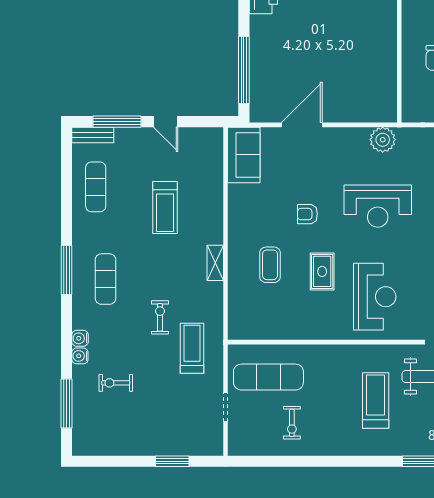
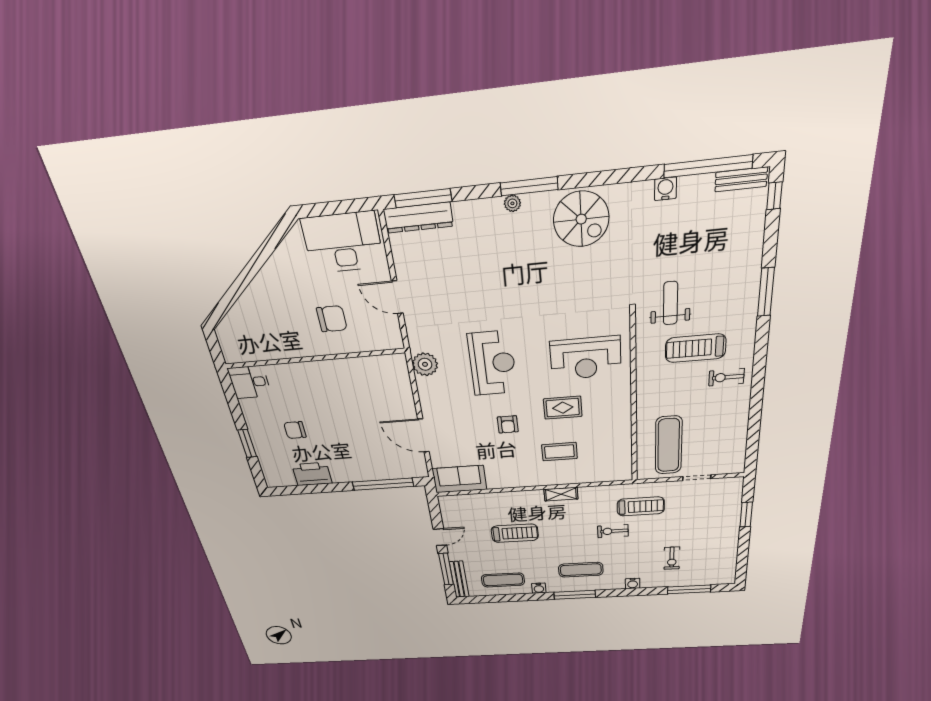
bench: (93, 135) -> (459, 579), width x1.36
reception desk: (375, 297) -> (586, 358), turned 180
treadmill: (192, 348) -> (641, 506), turned 180
water cooler: (80, 356) -> (539, 588), moved
exercise bike: (292, 423) -> (726, 377), moved, turned 180

